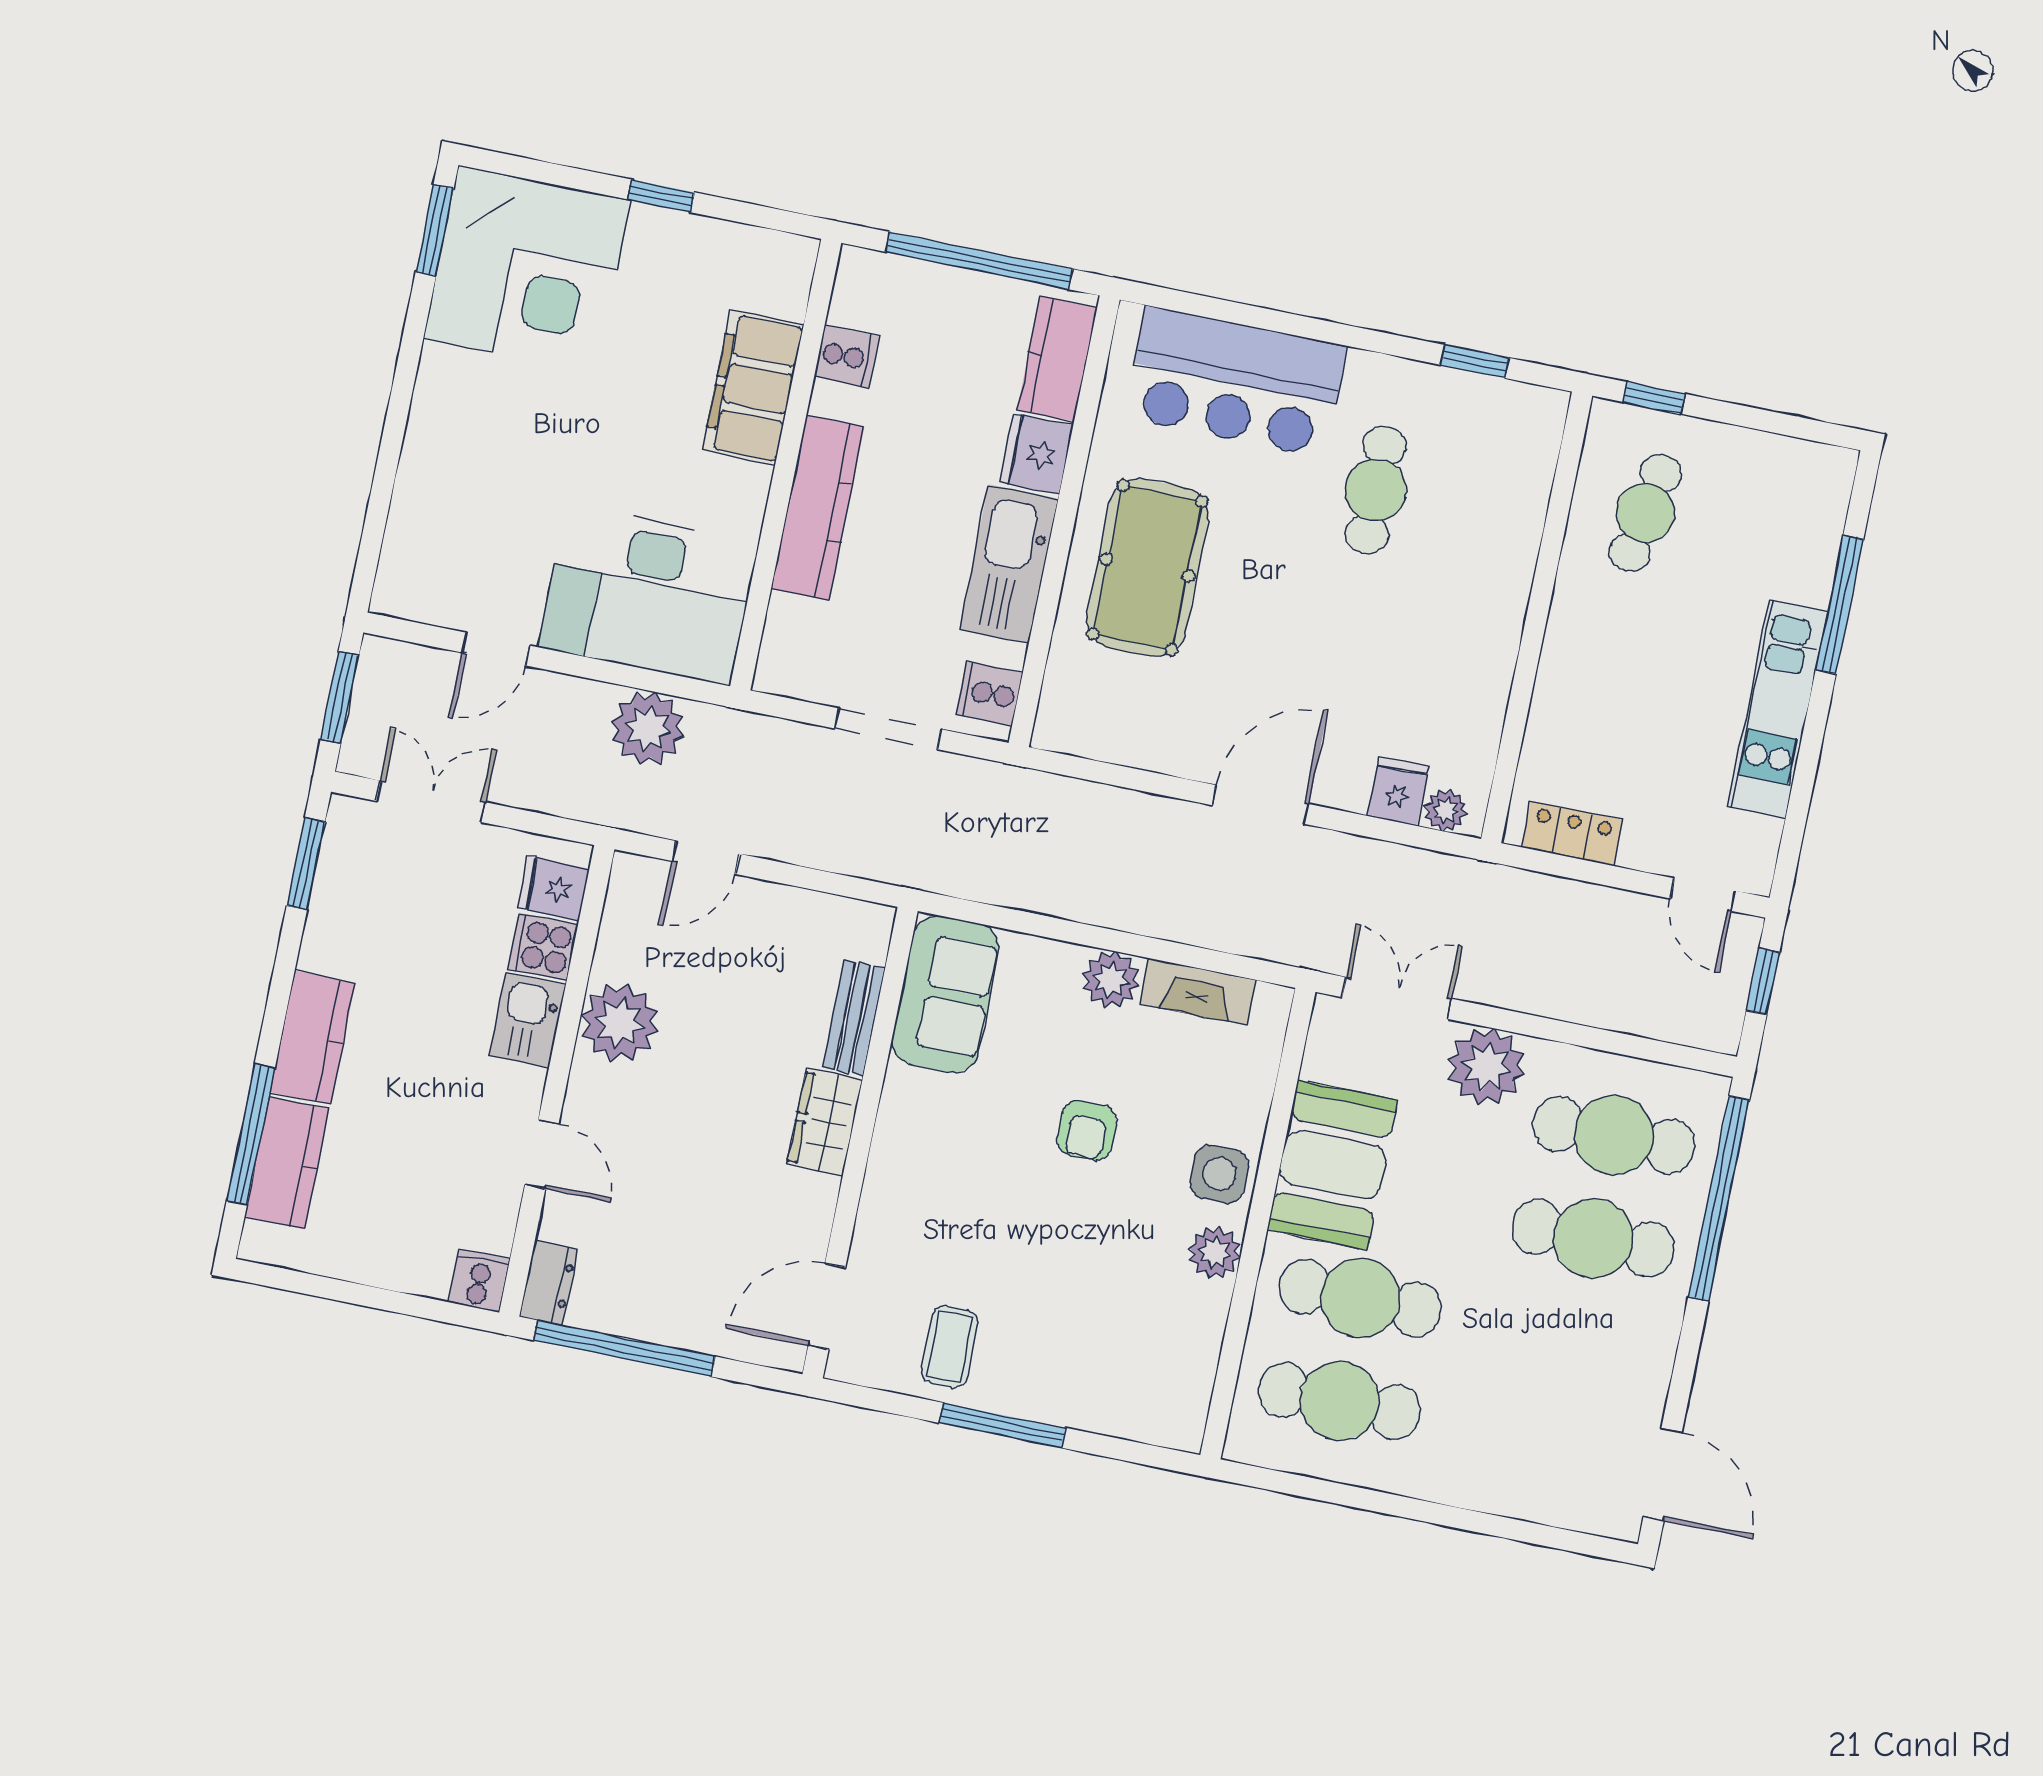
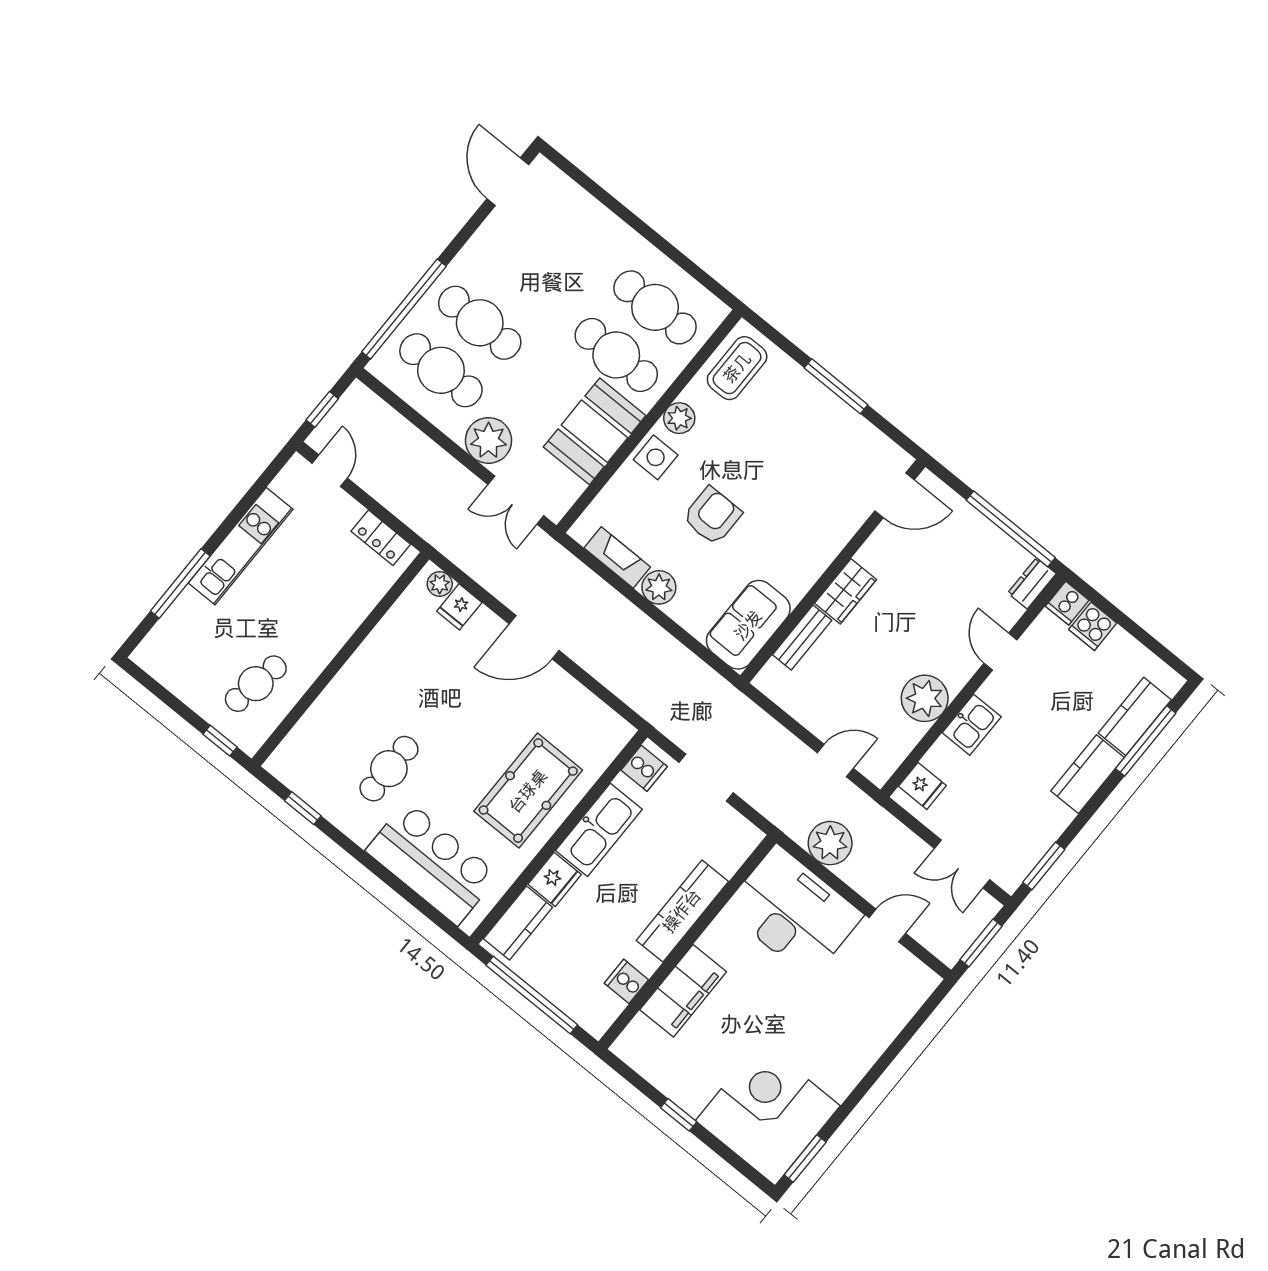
cooker: (543, 947) -> (1093, 626), moved, turned 90
armchair: (1087, 1130) -> (712, 516), width x1.38, depth x1.38
coffee table: (950, 1347) -> (737, 368), moved, width x1.36, depth x1.30

